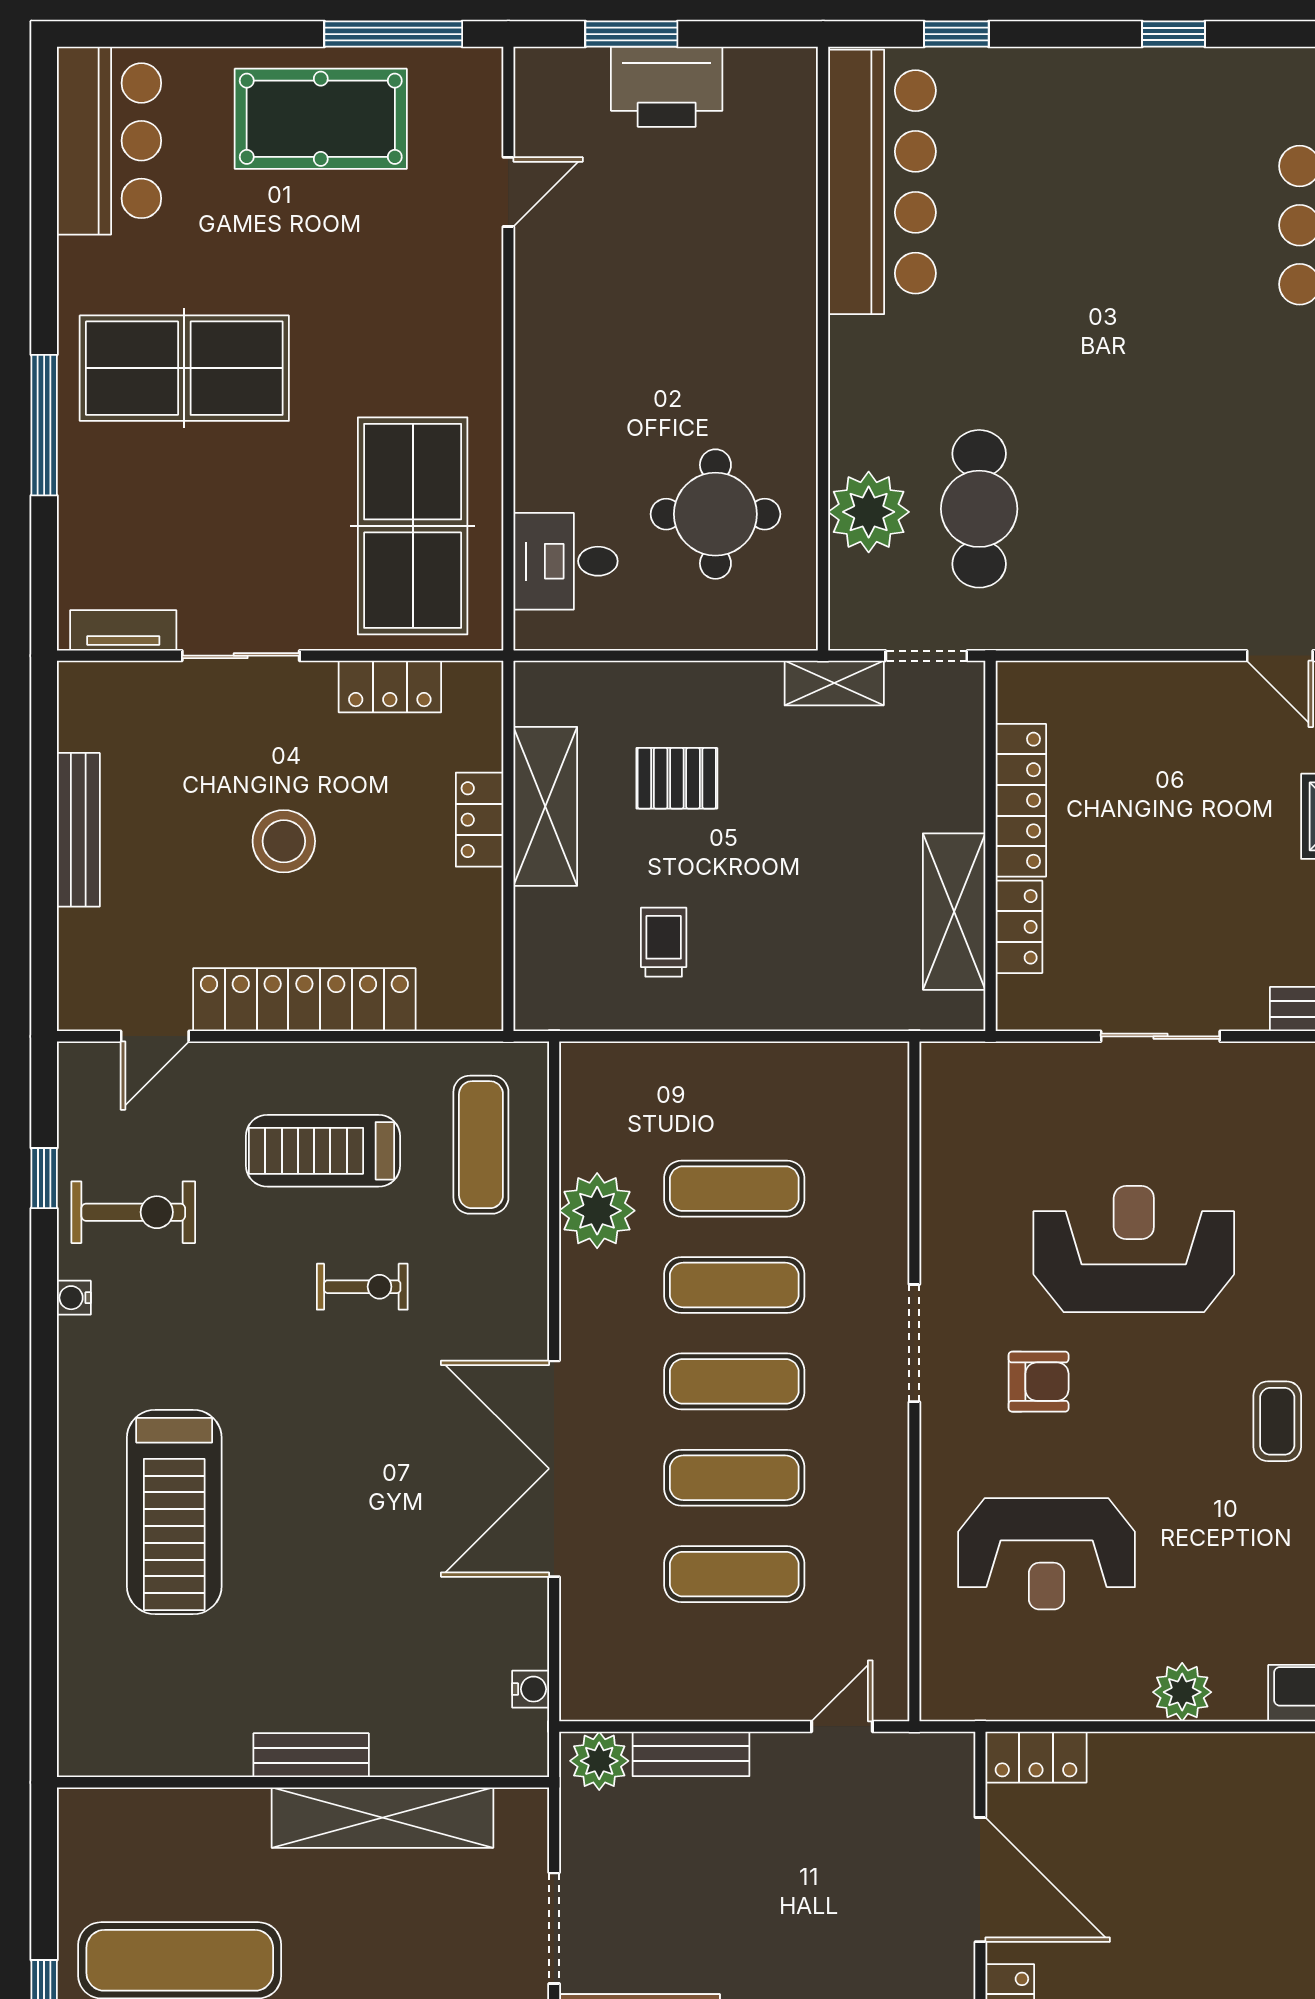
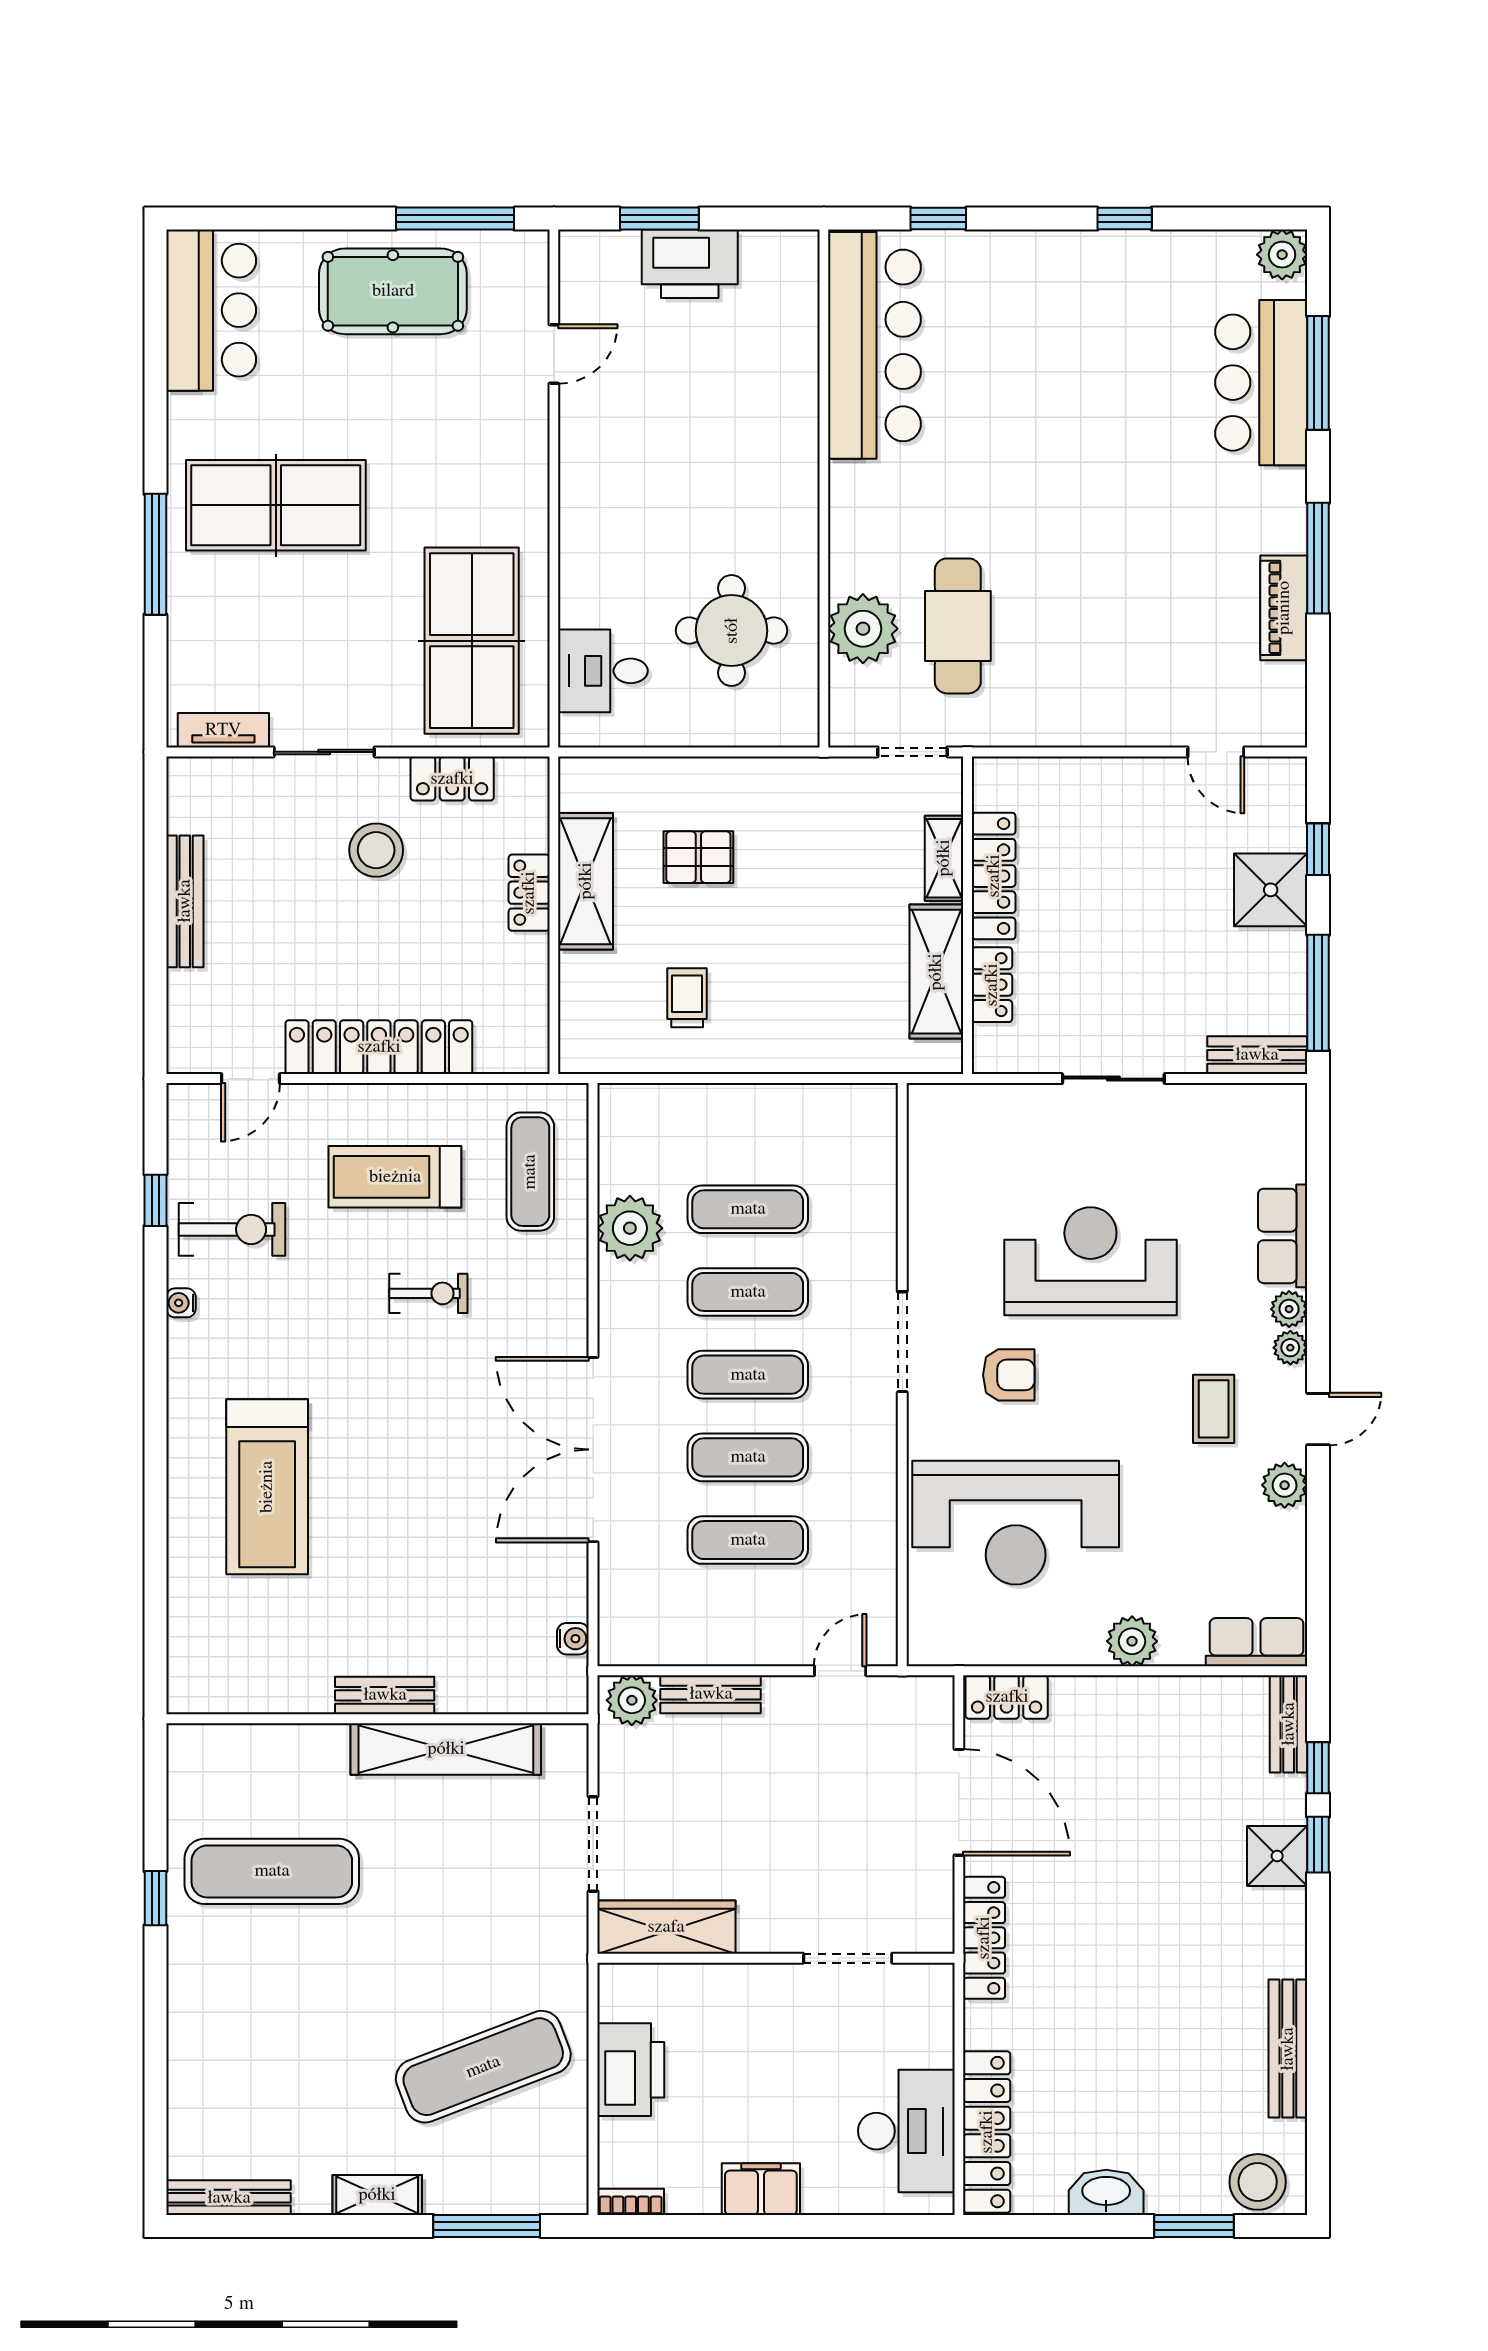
shelving: (834, 683) -> (944, 858), moved, turned 90
stool: (284, 841) -> (376, 850), moved
reception desk: (1047, 1554) -> (1016, 1523), width x1.36, depth x1.30

